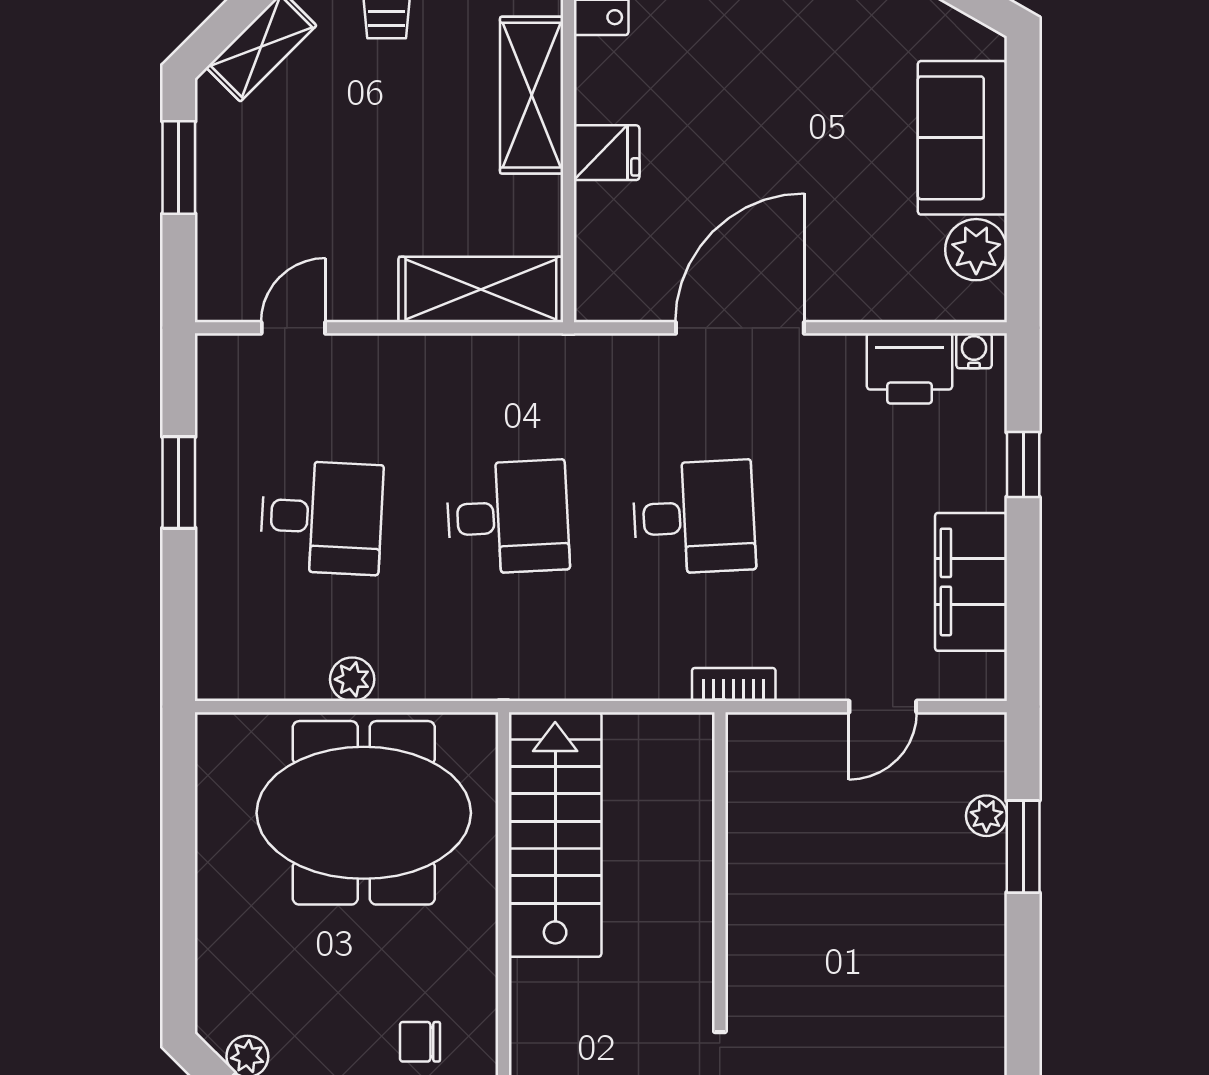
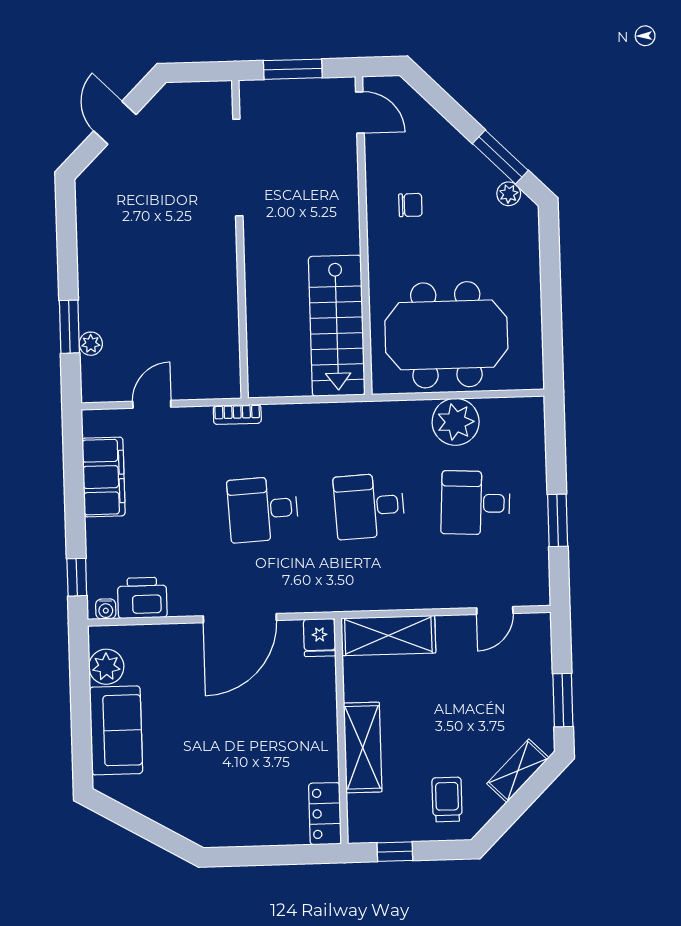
fridge: (607, 153) -> (320, 638), moved, turned -90
window: (1023, 465) -> (77, 577), moved
plant: (352, 679) -> (456, 422), width x1.88, depth x1.88

